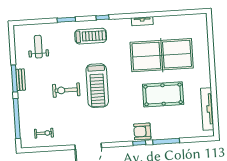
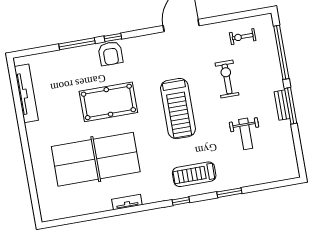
weight bench: (38, 47) -> (246, 134), moved
treadmill: (97, 86) -> (178, 109), turned 180
exercise bike: (66, 90) -> (227, 79), moved, turned -90
pool table: (163, 94) -> (108, 102), moved
armchair: (142, 131) -> (110, 54), turned 90

